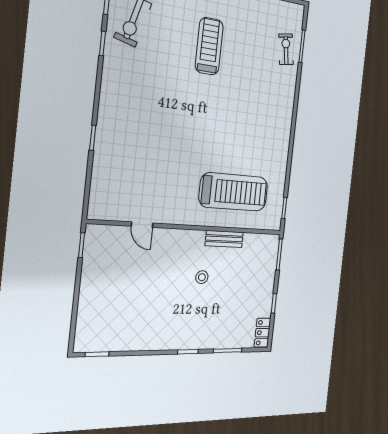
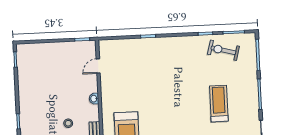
treadmill: (209, 46) -> (219, 104), turned -90
door: (142, 225) -> (98, 66), moved
washbasin: (174, 235) -> (94, 99), added

